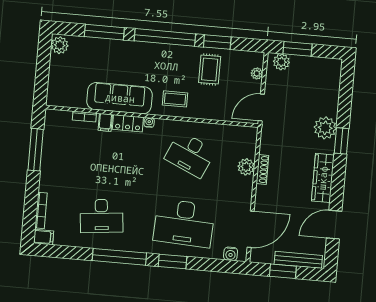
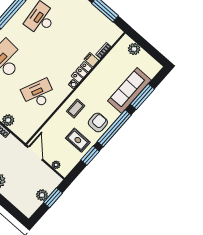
plant: (60, 45) -> (134, 49), moved
armchair: (172, 61) -> (98, 123), added
plant: (281, 62) -> (42, 195), moved
sofa: (120, 98) -> (129, 91), moved, turned 180

